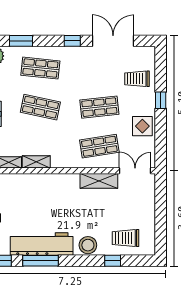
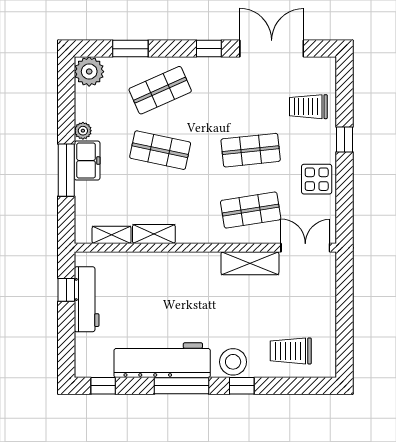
shop shelf: (40, 68) -> (160, 90), turned -30
window: (41, 261) -> (181, 386), moved
window: (113, 261) -> (242, 386), moved

